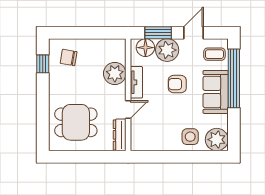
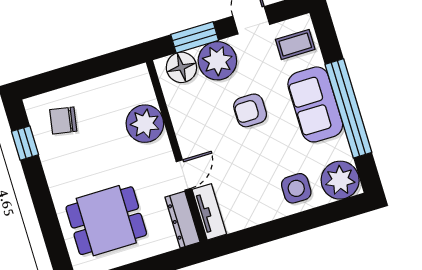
window: (234, 78) -> (348, 108), moved
tv unit: (136, 82) -> (209, 212), moved

